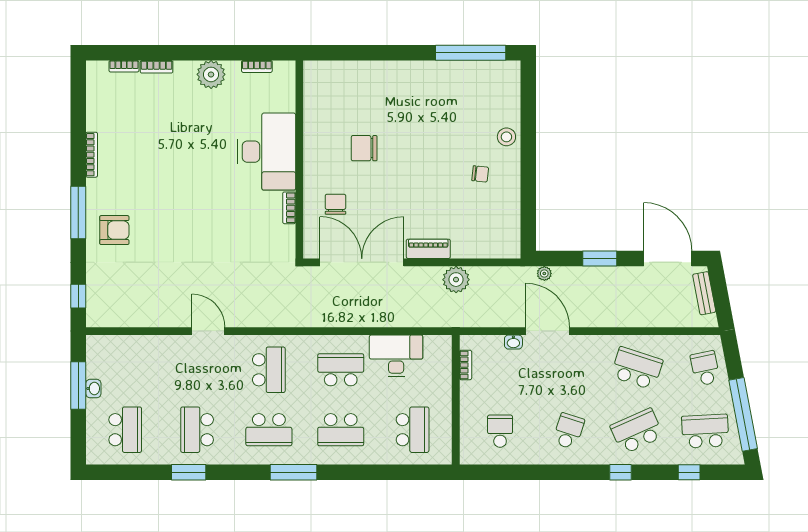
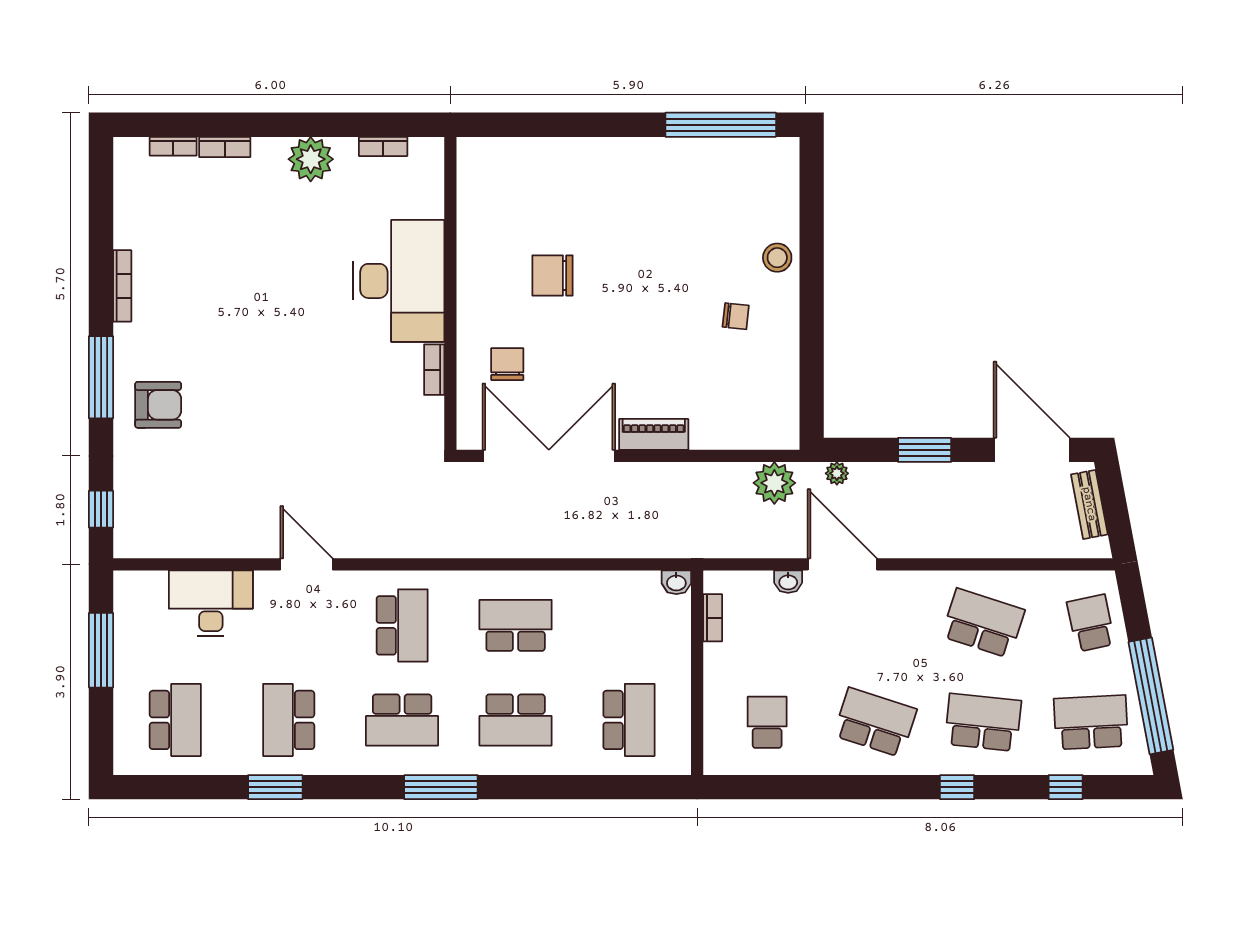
plant: (456, 280) -> (774, 483), moved
desk: (396, 356) -> (211, 603), moved
washbasin: (93, 389) -> (676, 582), moved, turned 90
school desk: (568, 431) -> (875, 722), width x1.85
school desk: (637, 431) -> (983, 722), turned 30

